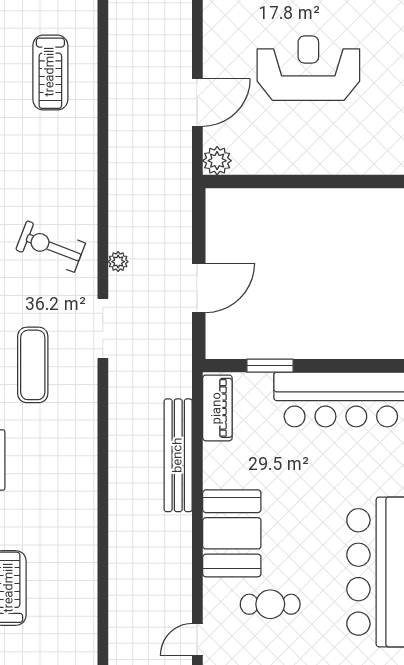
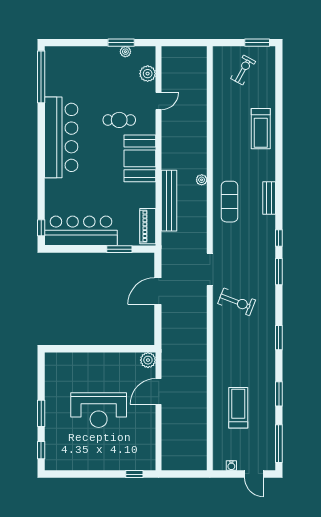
exercise bike: (51, 246) -> (237, 302), moved
plant: (118, 262) -> (202, 180), moved
exercise mat: (33, 365) -> (230, 202), moved

